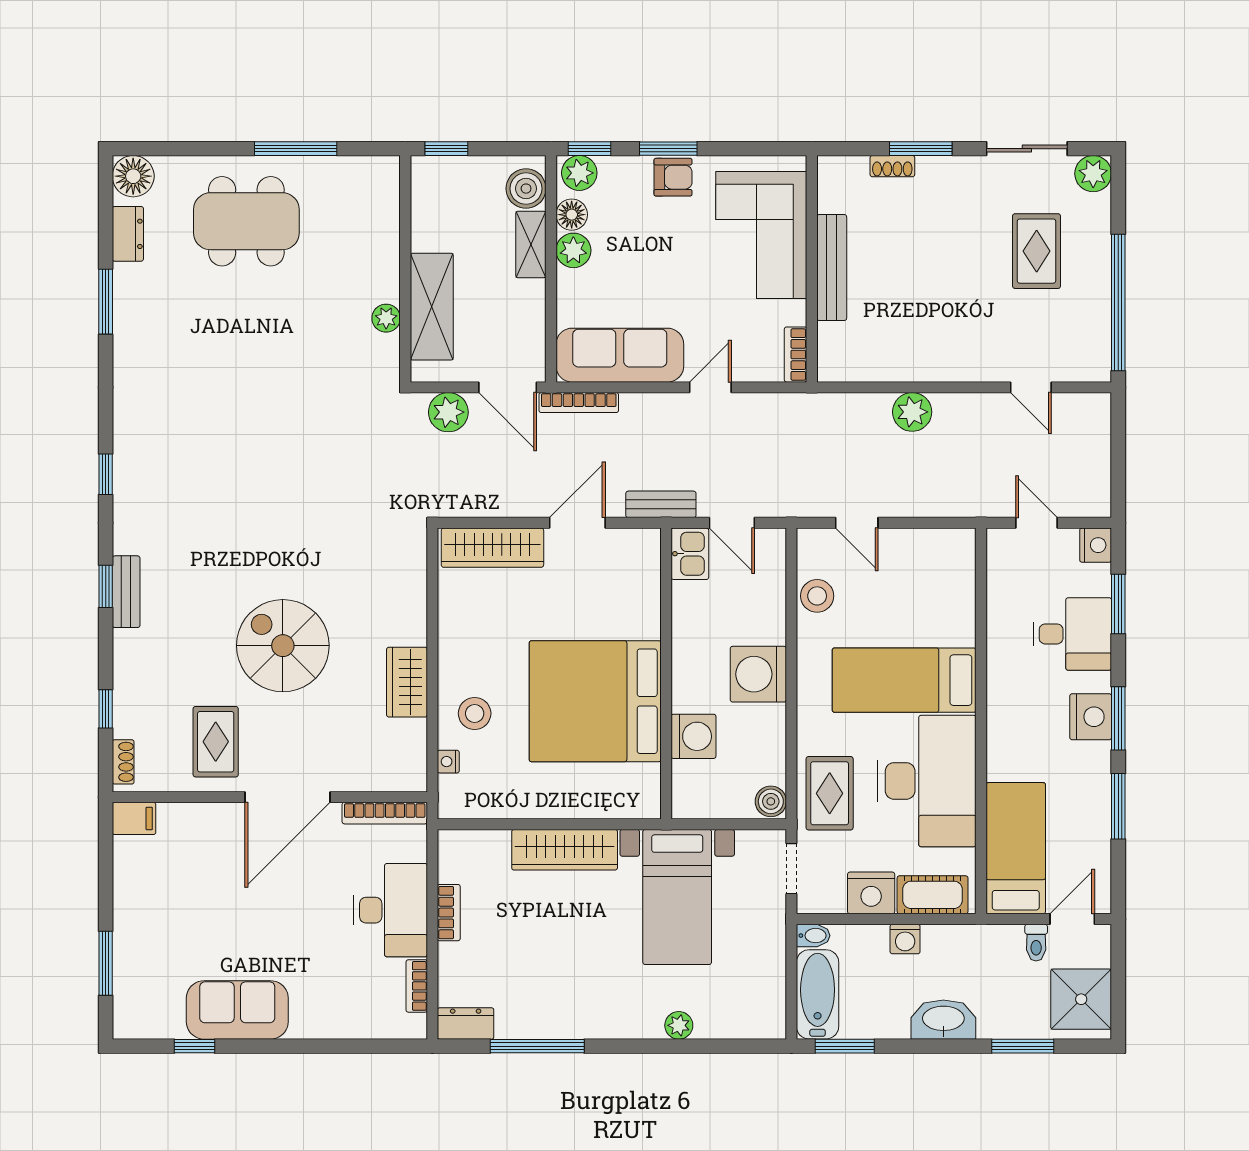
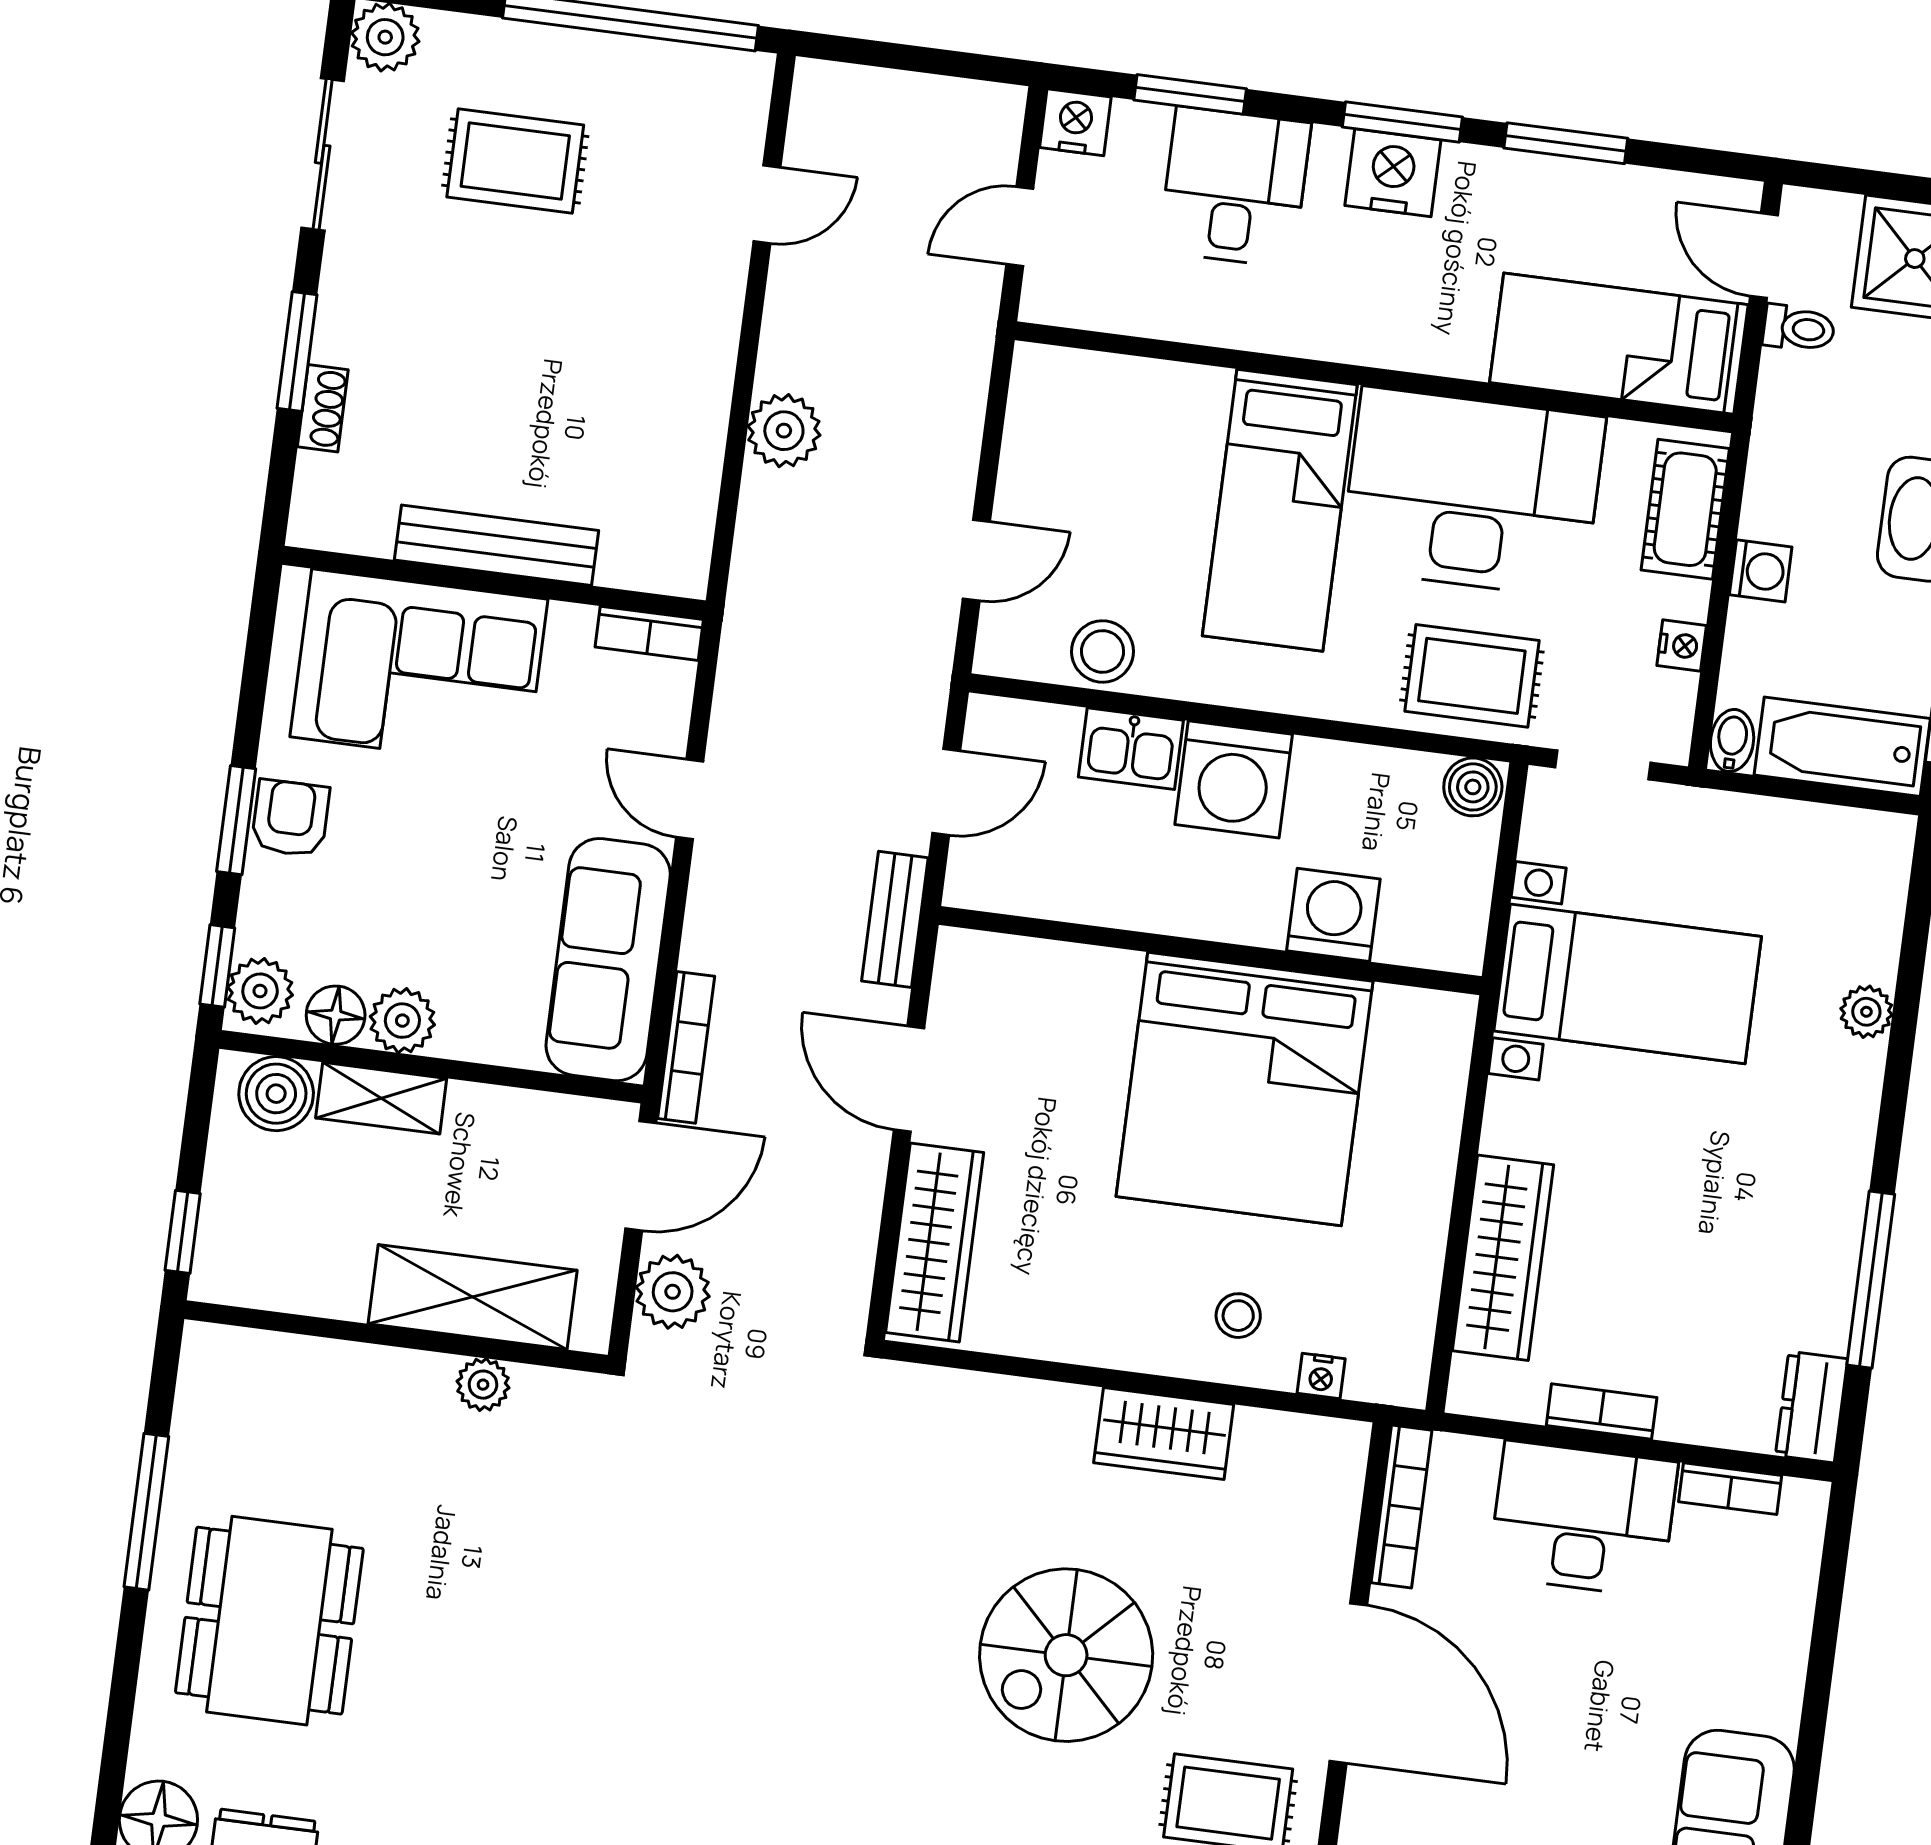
kitchen sink: (690, 554) -> (1131, 749), moved, turned 180
stool: (475, 713) -> (1238, 1316), width x0.73, depth x0.73
wardrobe: (565, 850) -> (1503, 1258), moved
nightstand: (871, 893) -> (1682, 646), width x0.53, depth x0.56

